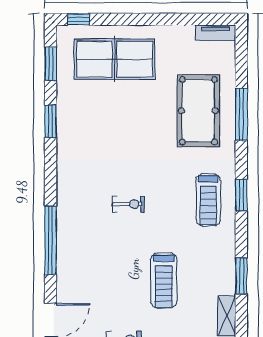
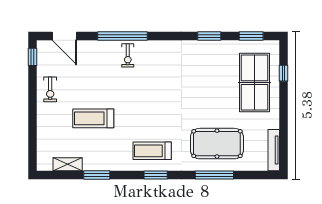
window: (78, 19) -> (284, 73), moved
tv unit: (215, 33) -> (274, 150), width x1.41
exercise bike: (128, 204) -> (128, 55), moved

